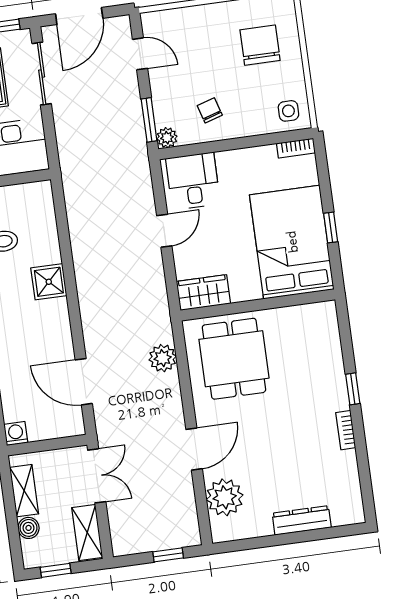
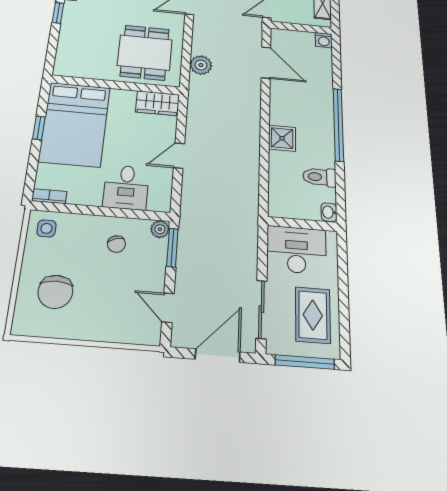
desk: (193, 181) -> (126, 187), moved

